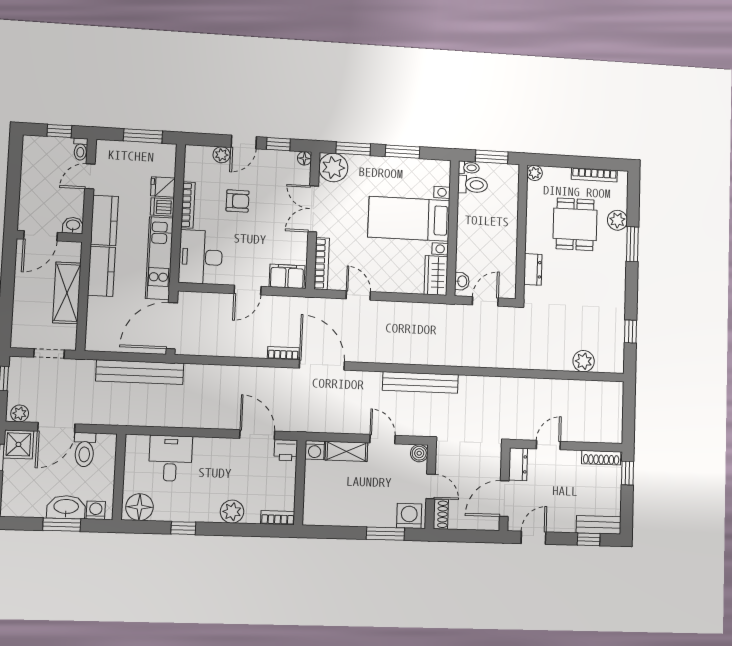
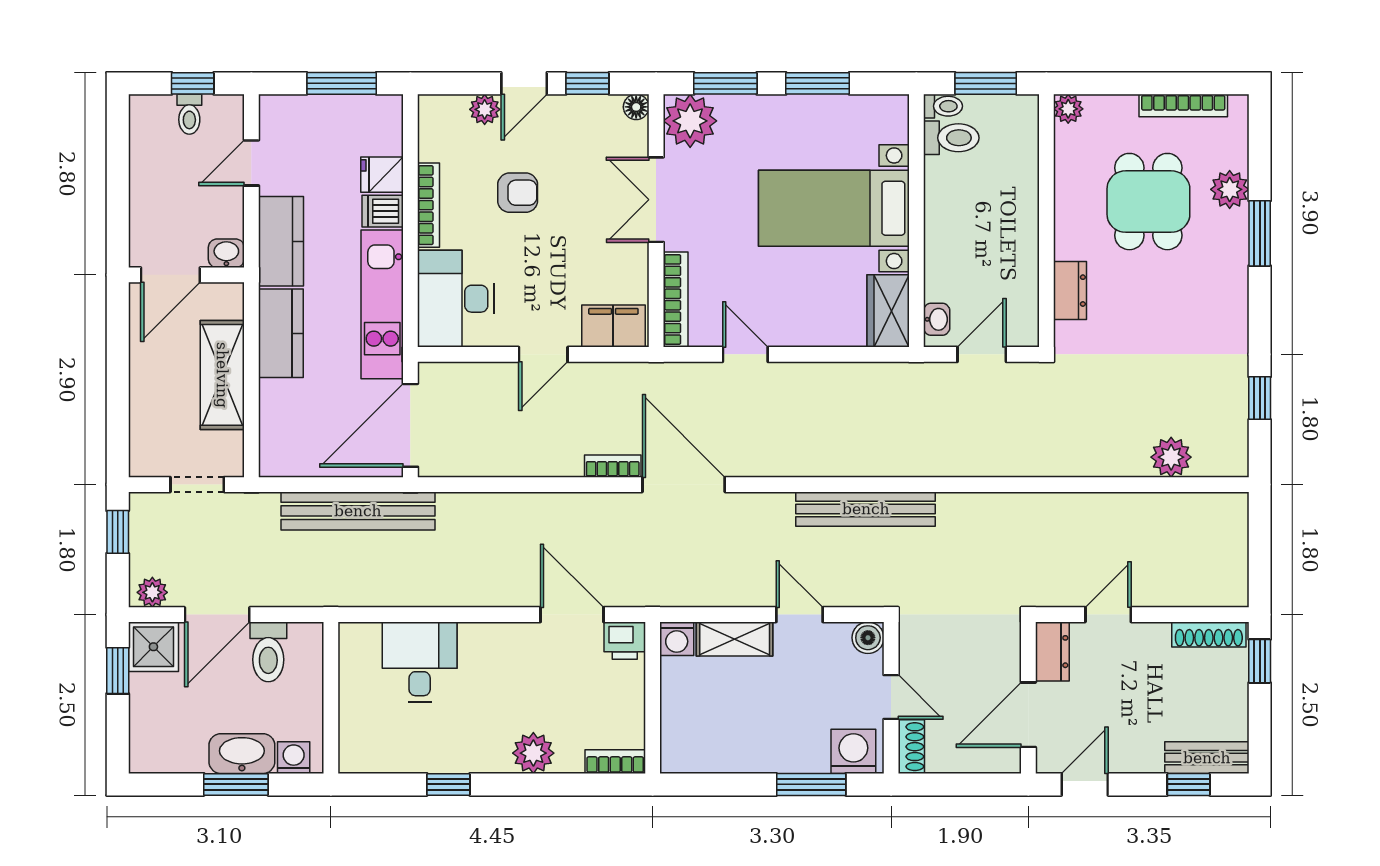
toilet: (80, 149) -> (189, 114), moved
floor lamp: (140, 507) -> (370, 750), removed

